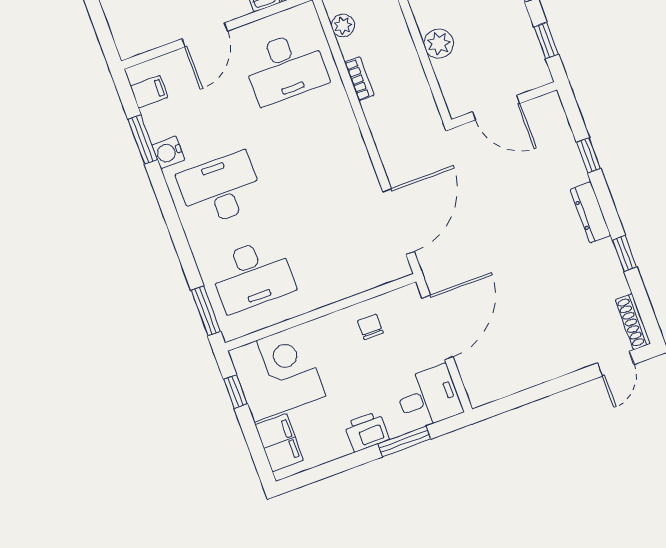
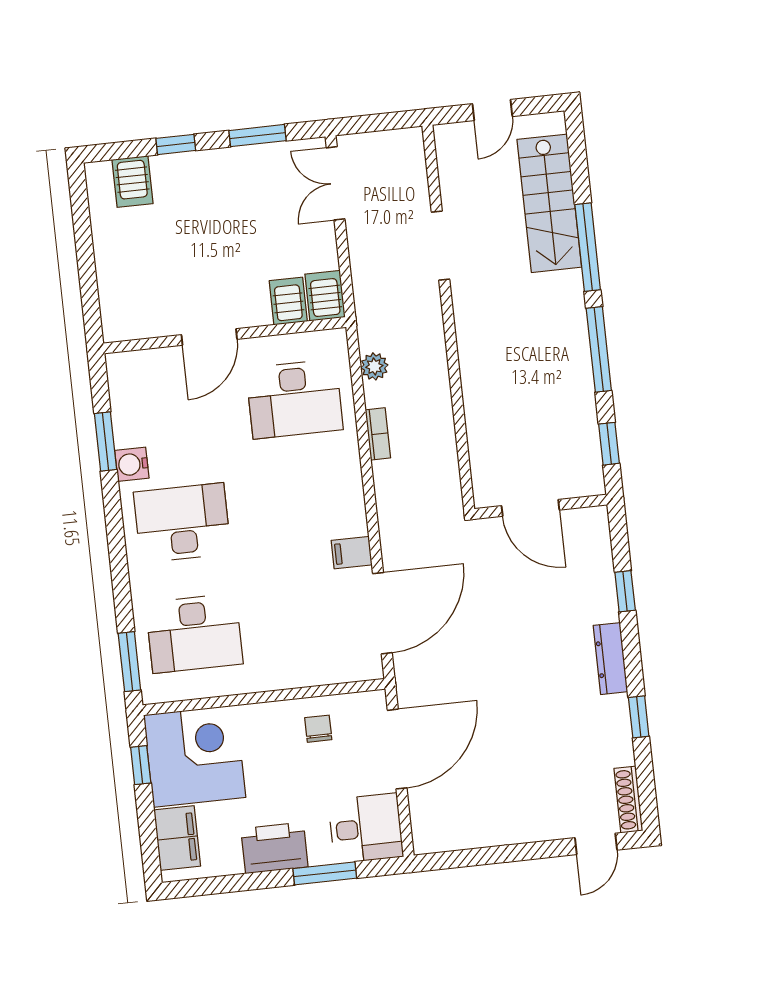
plant: (439, 44) -> (482, 416), removed
filing cabinet: (149, 92) -> (352, 553), moved, turned 180
printer: (367, 432) -> (274, 848), width x1.37, depth x1.19

